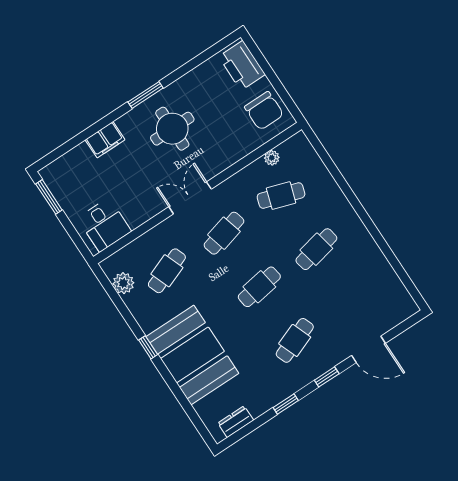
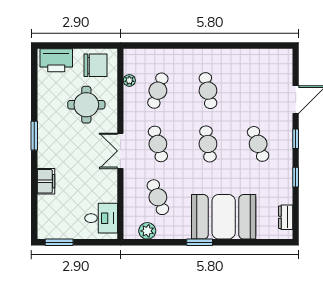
round table: (172, 129) -> (86, 105), moved
window: (148, 347) -> (200, 242), width x1.50

